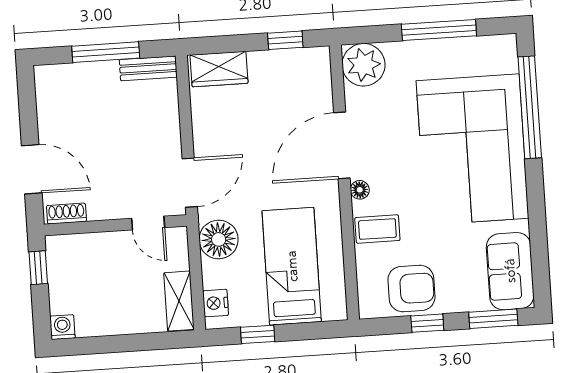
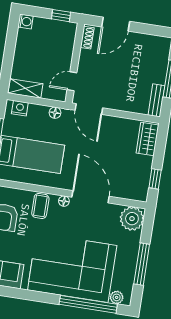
plant: (507, 61) -> (117, 297), added
floor lamp: (219, 239) -> (55, 113), width x0.53, depth x0.53

